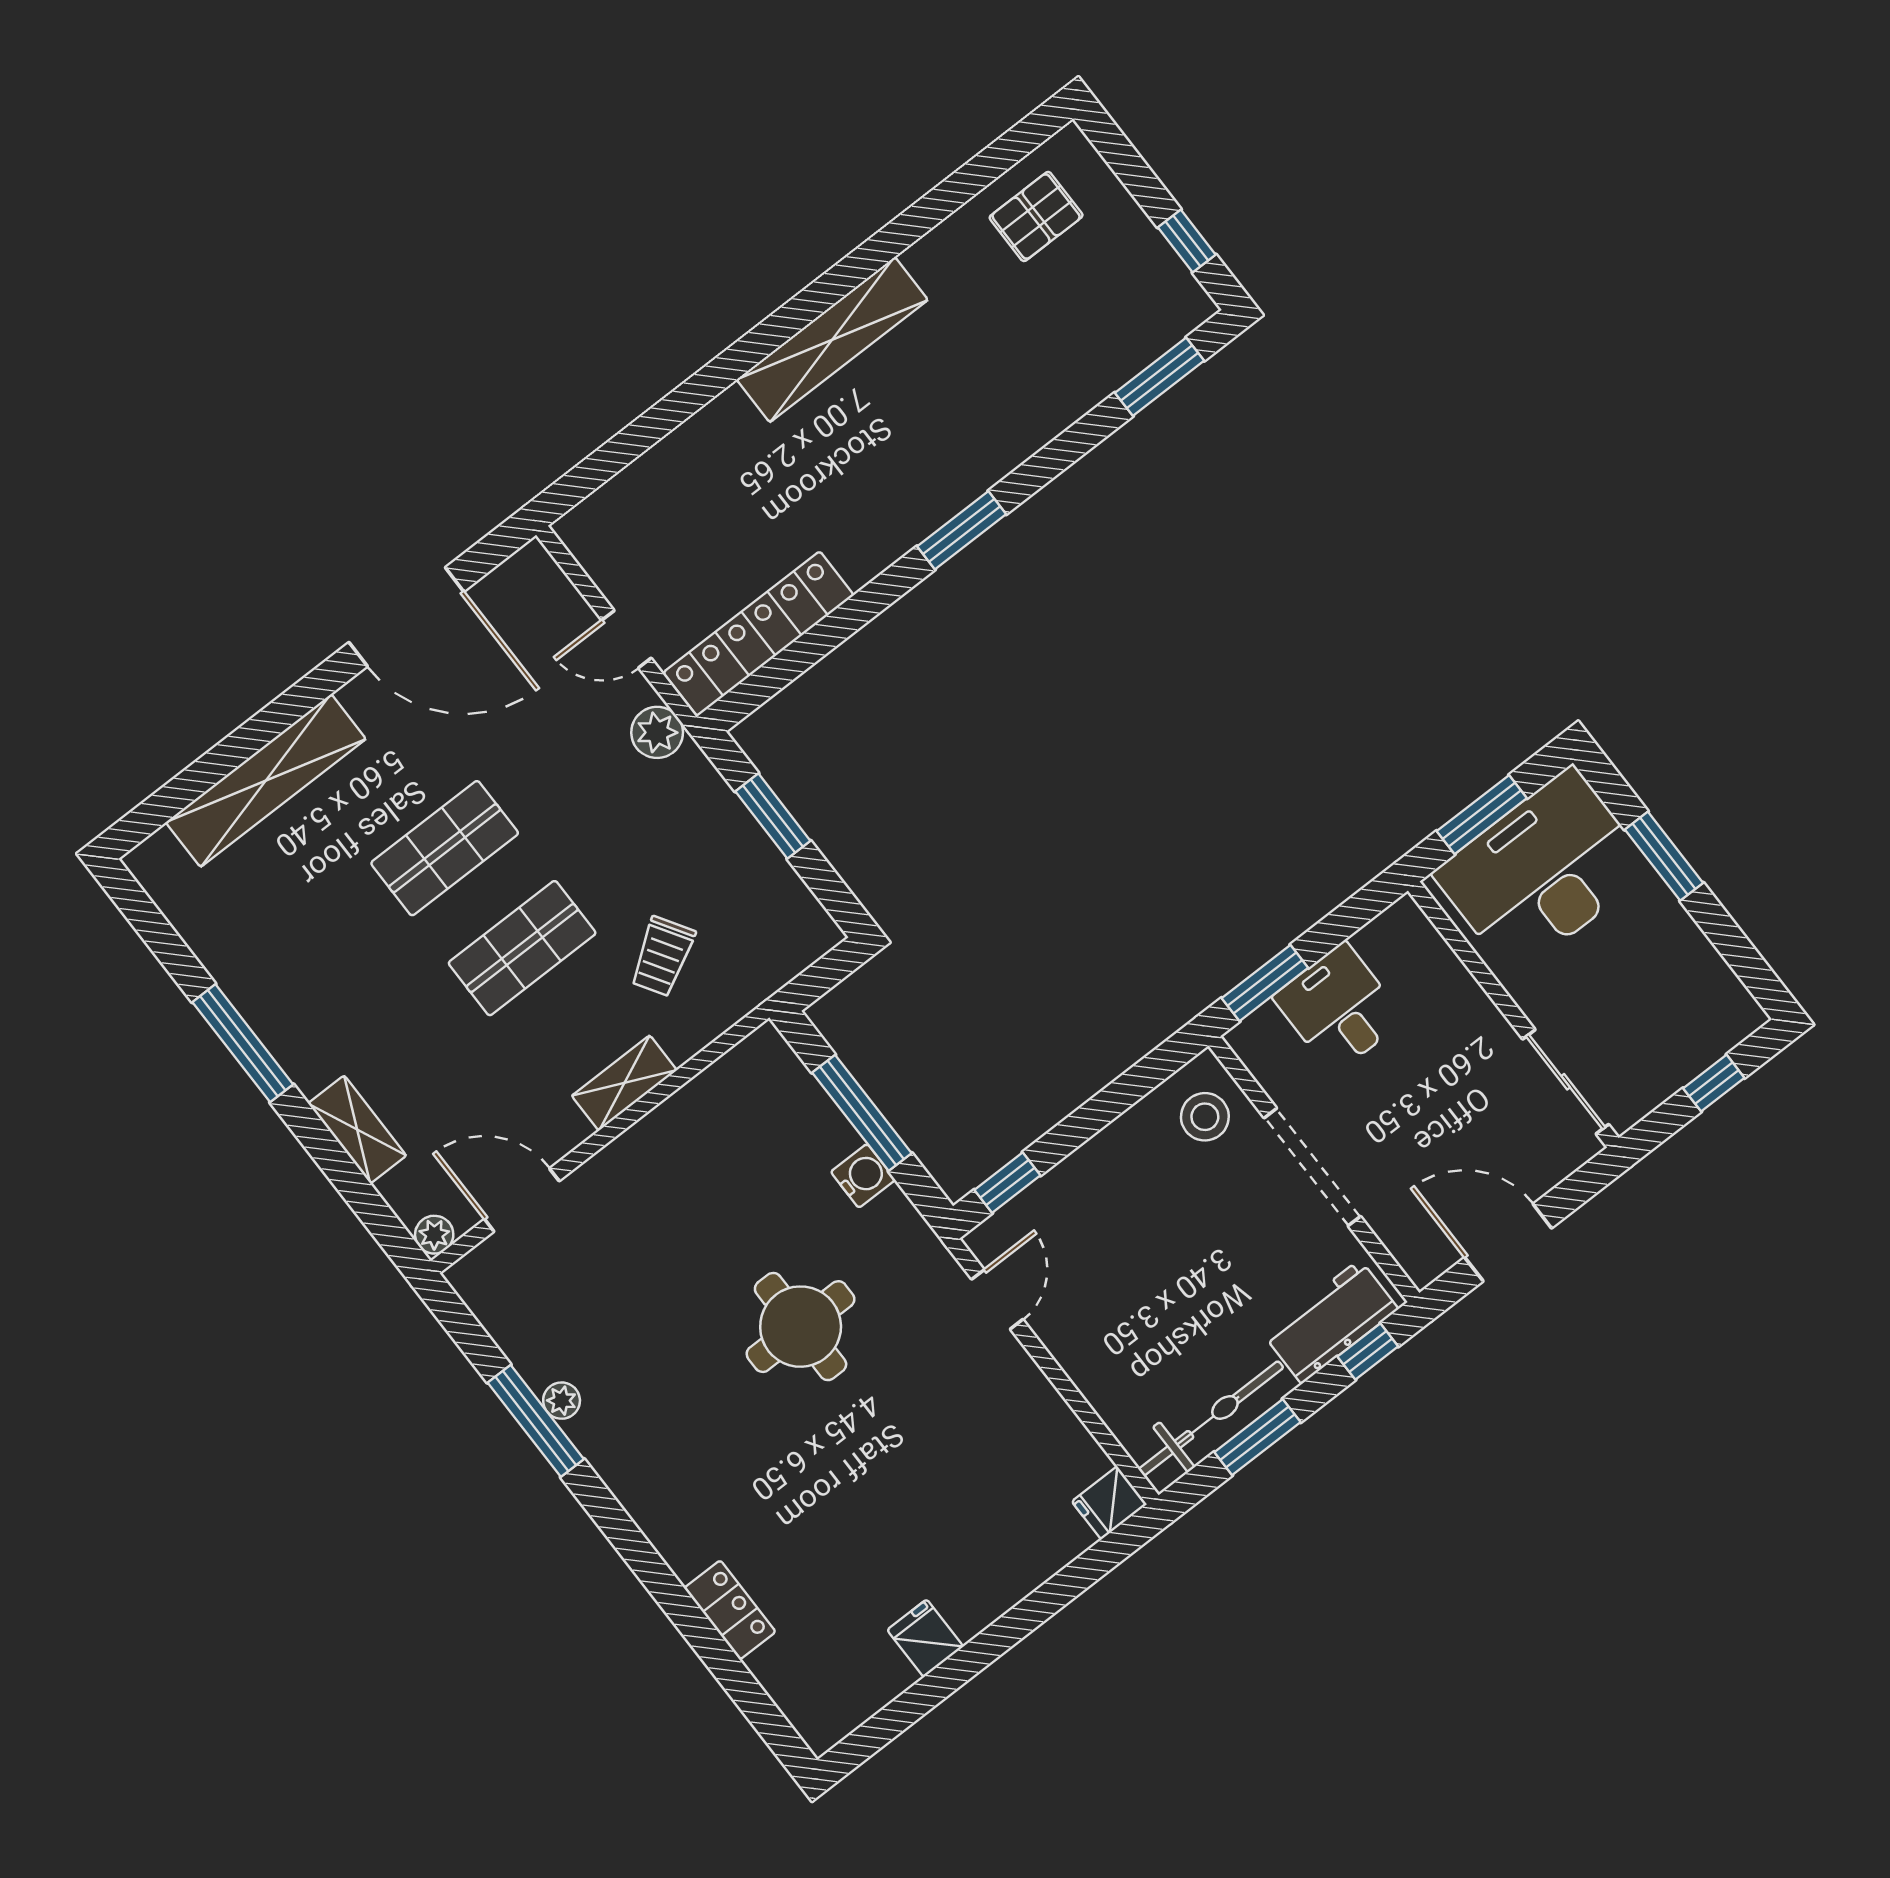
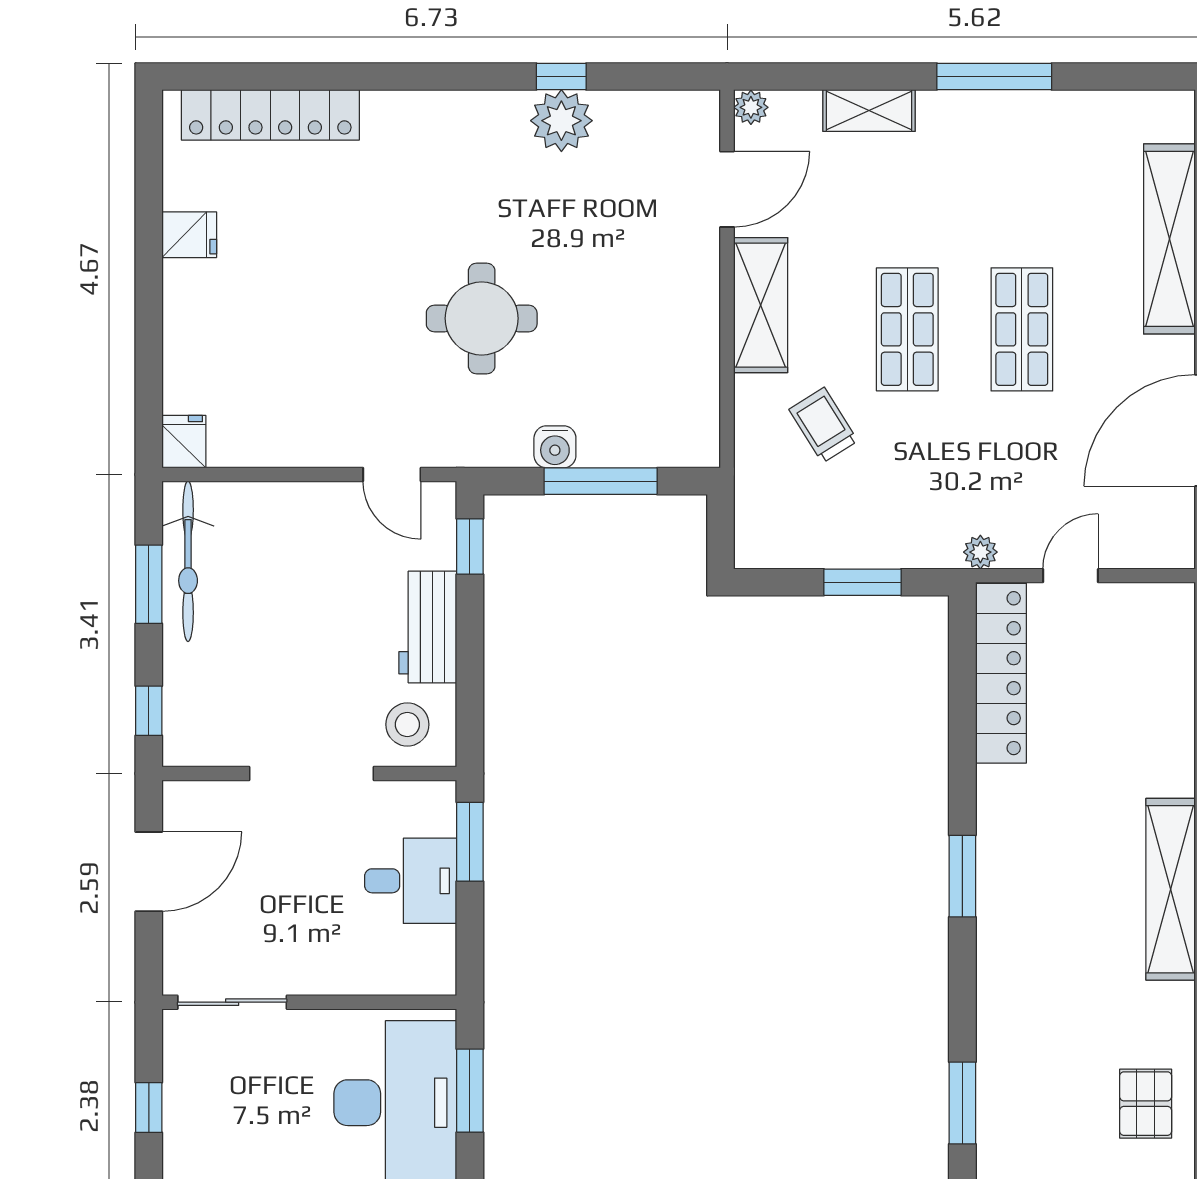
plant: (657, 732) -> (980, 552), width x0.73, depth x0.73
shelving: (624, 1083) -> (761, 305), width x1.50, depth x1.33
workbench: (1331, 1322) -> (428, 627), moved, turned 180
plant: (562, 1401) -> (561, 121), width x1.88, depth x1.88
window: (536, 1421) -> (561, 76), width x0.46
locker: (730, 1610) -> (270, 115), width x2.16, depth x1.21

